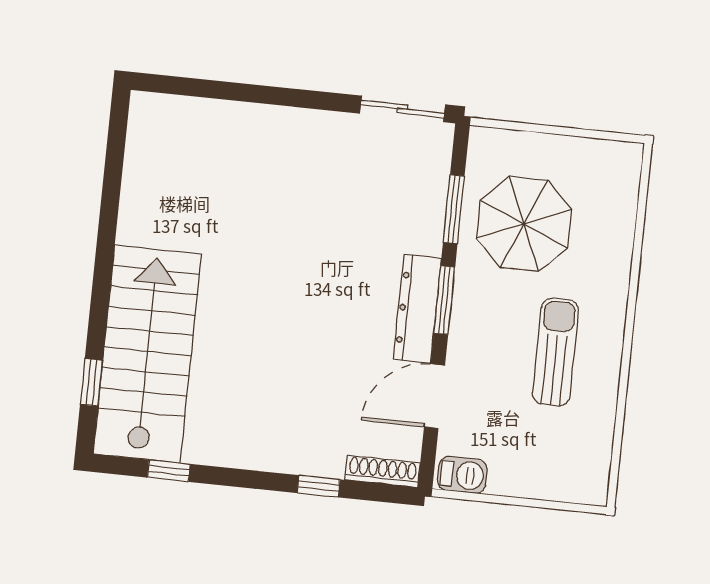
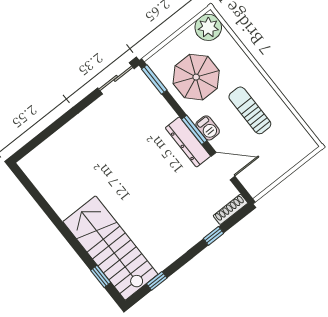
plant: (614, 168) -> (208, 27), added
window: (454, 209) -> (154, 79), moved
door: (434, 396) -> (223, 166), swing flipped
barbecue: (462, 475) -> (208, 128), moved, turned 90

